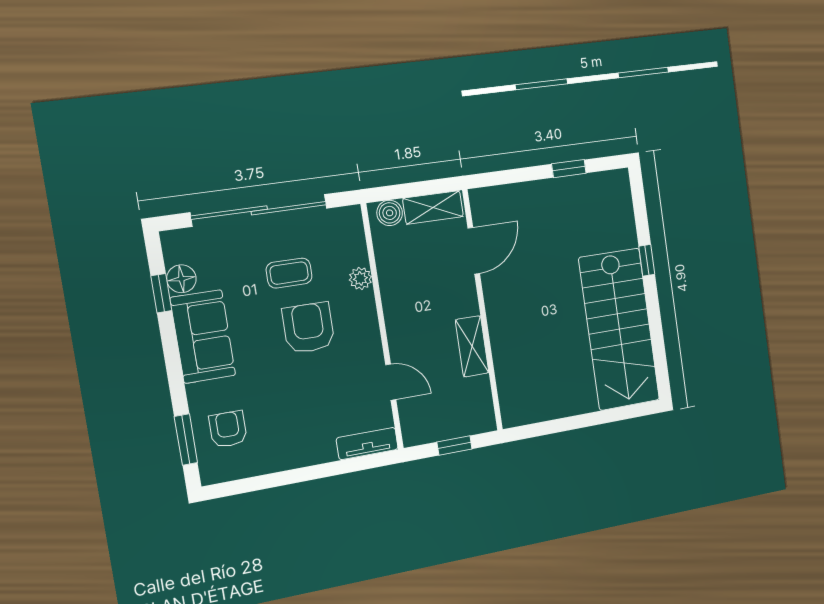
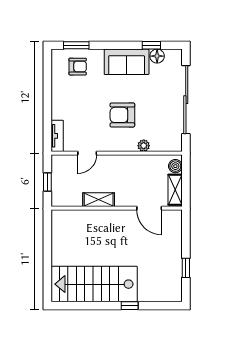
coffee table: (289, 273) -> (152, 110), removed
armchair: (308, 328) -> (122, 115), turned 180

